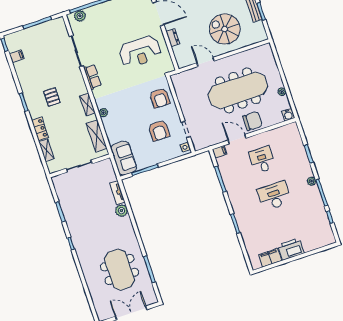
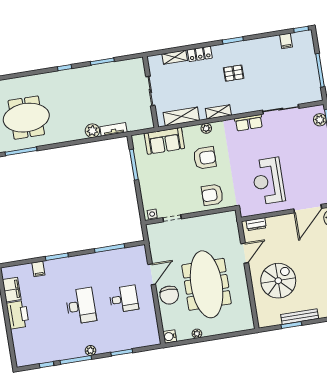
dresser: (173, 38) -> (256, 224), moved
armchair: (159, 131) -> (205, 158), moved, turned 180
filing cabinet: (220, 152) -> (38, 269), moved
sofa: (124, 158) -> (164, 141), moved

